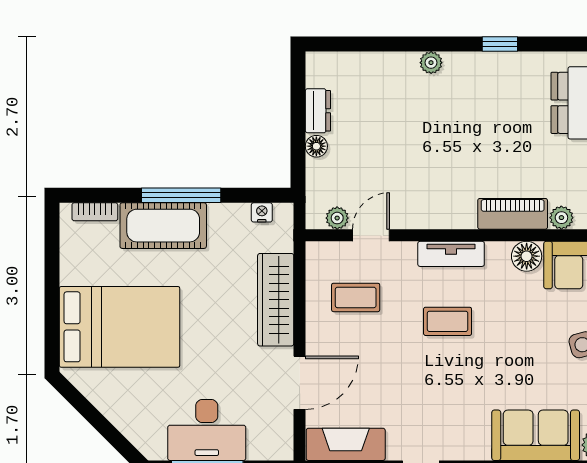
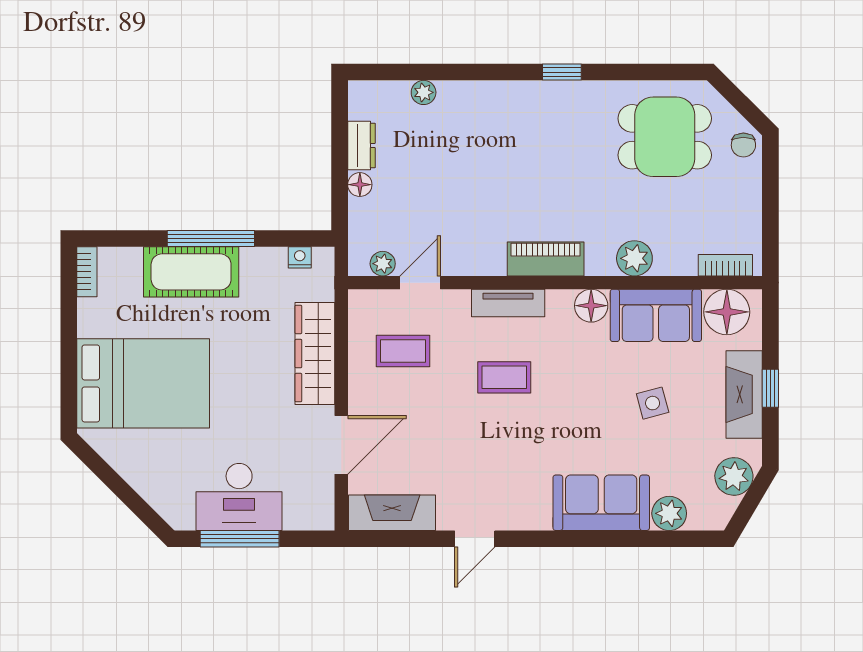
plant: (431, 63) -> (424, 92), moved
bookcase: (95, 212) -> (87, 272), moved, turned -90
piano: (513, 214) -> (546, 259), moved
plant: (561, 218) -> (634, 258), width x1.38, depth x1.38

